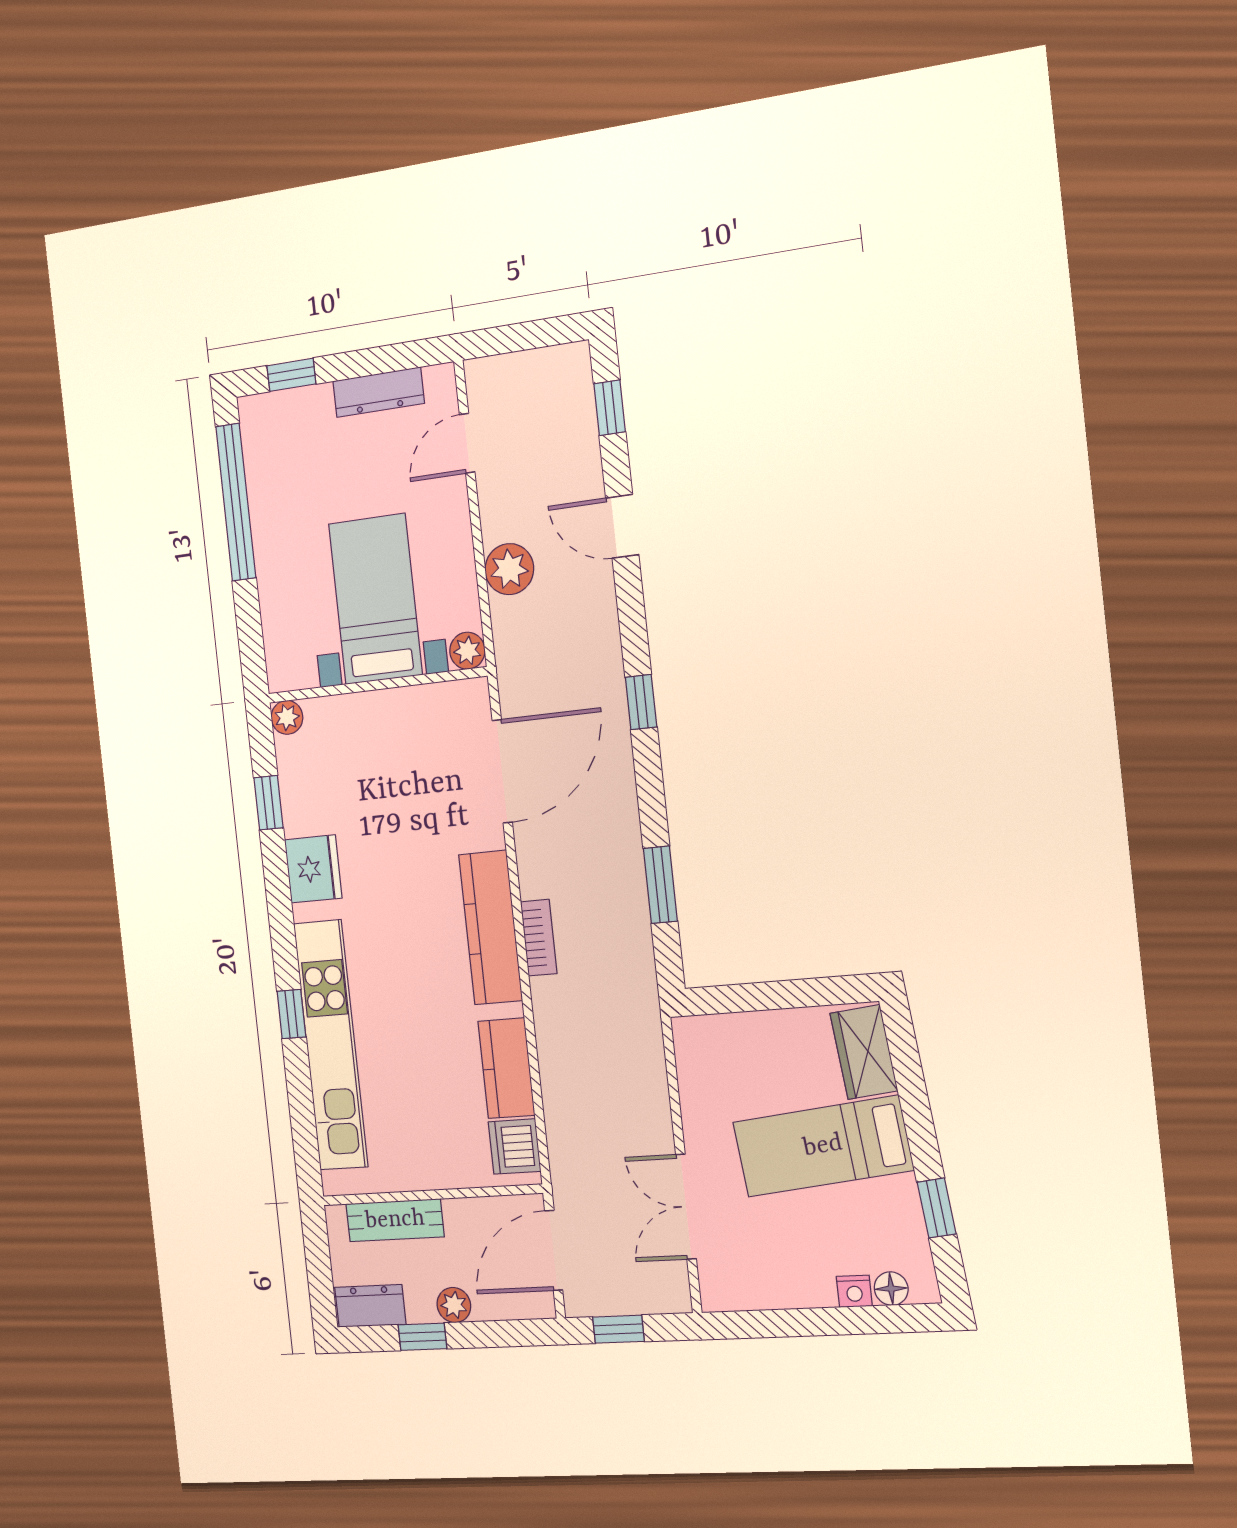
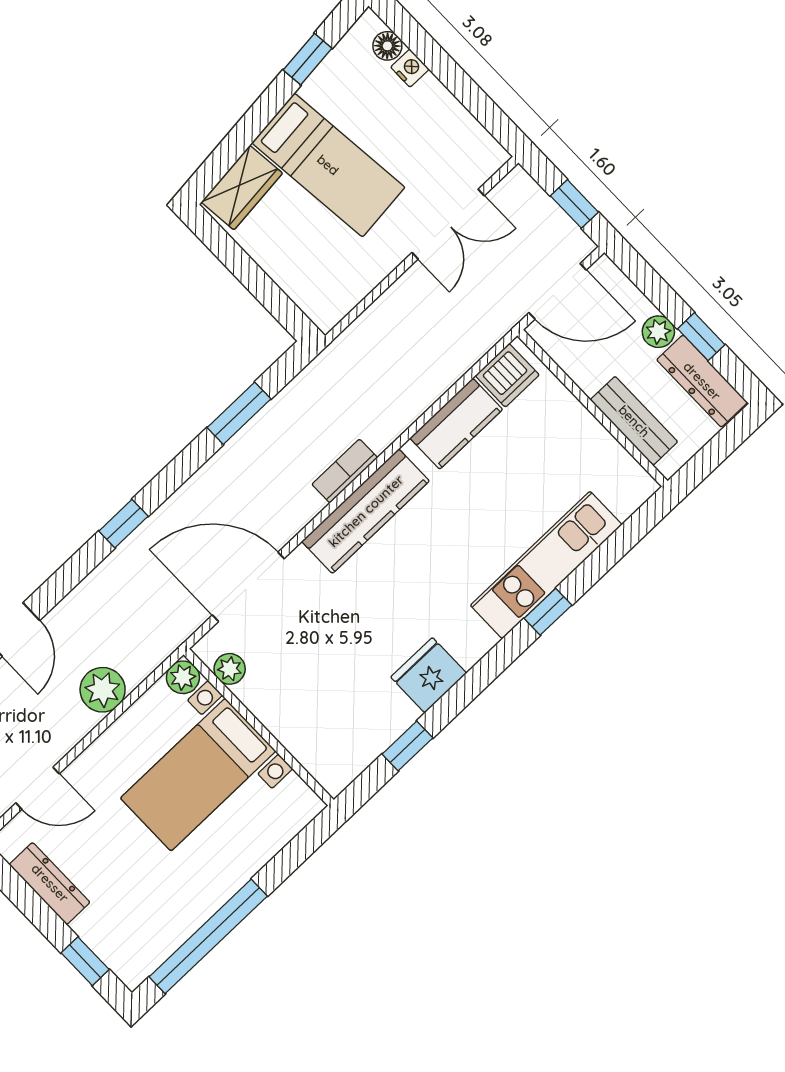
plant: (287, 717) -> (230, 669), moved
kitchen unit: (331, 1045) -> (546, 565), width x0.73
dresser: (370, 1306) -> (702, 381), width x1.44

